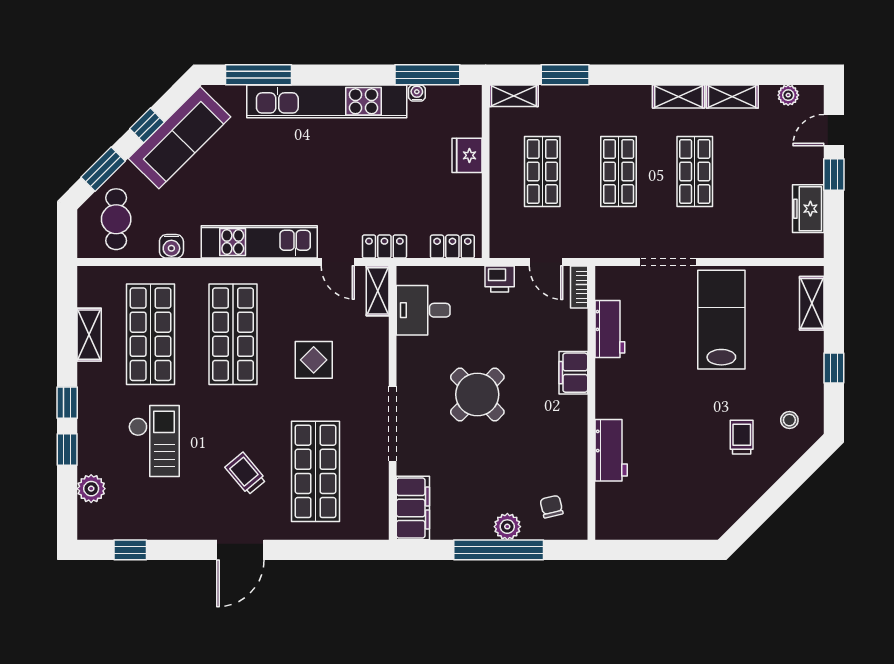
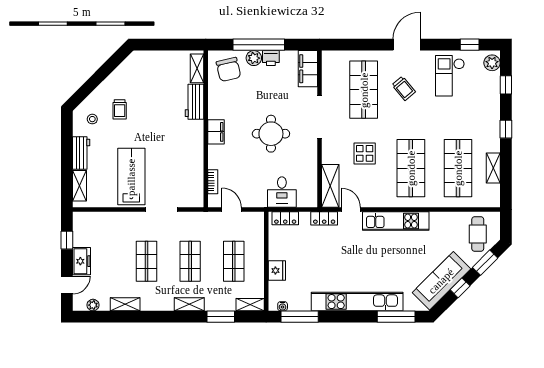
water cooler: (417, 93) -> (283, 306), moved
shelving: (678, 96) -> (189, 304), moved
window: (834, 174) -> (67, 240), moved
freezer: (808, 209) -> (82, 261), moved
water cooler: (171, 246) -> (446, 218), removed
printer: (500, 279) -> (271, 58), moved, turned 180
bookcase: (579, 287) -> (213, 182), moved
shelving: (378, 291) -> (330, 186), width x1.50, depth x1.33
desk: (423, 310) -> (282, 192), moved, turned 90
lab bench: (721, 320) -> (131, 177), turned 180
workbench: (610, 329) -> (81, 153), moved, turned 180
window: (834, 368) -> (67, 149), removed
filing cabinet: (573, 373) -> (216, 132), moved
round table: (477, 394) -> (271, 134), turned 45
checkout: (154, 441) -> (450, 76), moved
window: (67, 449) -> (506, 85), moved
plant: (91, 489) -> (492, 63), moved
chair: (552, 507) -> (228, 69), width x1.87, depth x1.87
shelving: (606, 509) -> (197, 68), added

